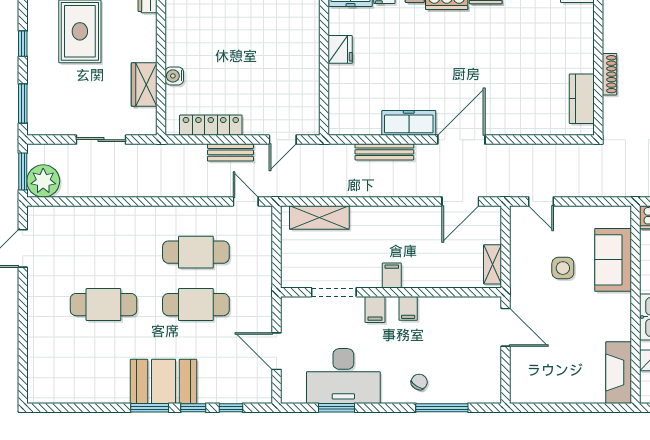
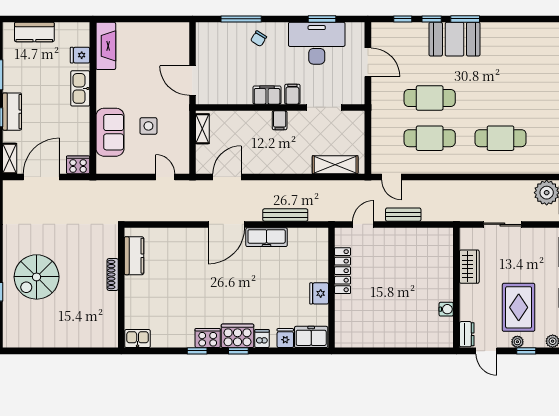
water cooler: (174, 76) -> (446, 309), moved
locker: (211, 125) -> (343, 271), moved, turned -90
cafe table: (103, 305) -> (500, 138), moved
filing cabinet: (408, 308) -> (267, 95), width x2.00

